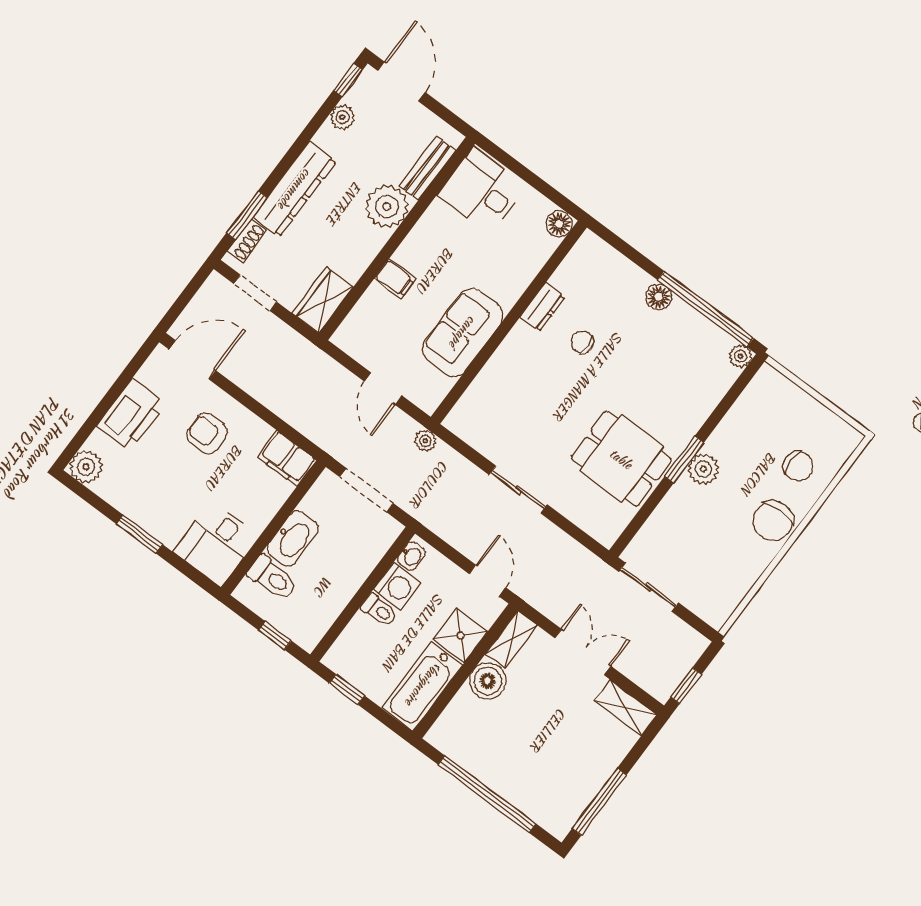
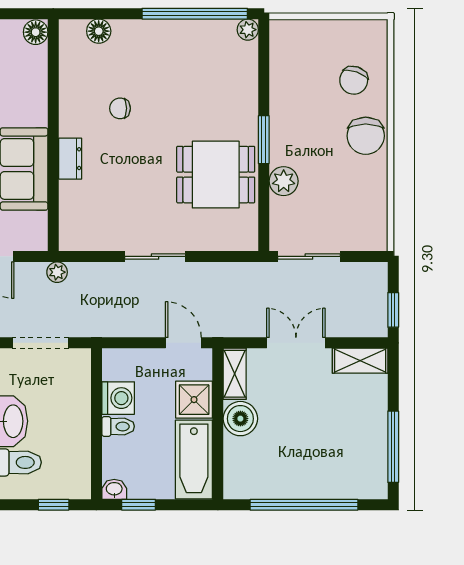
floor lamp: (659, 297) -> (99, 31), moved
dresser: (543, 307) -> (70, 159), moved
chair: (798, 466) -> (354, 80), turned 109
plant: (703, 469) -> (284, 181), moved
washbasin: (411, 556) -> (114, 489), moved, turned -90

